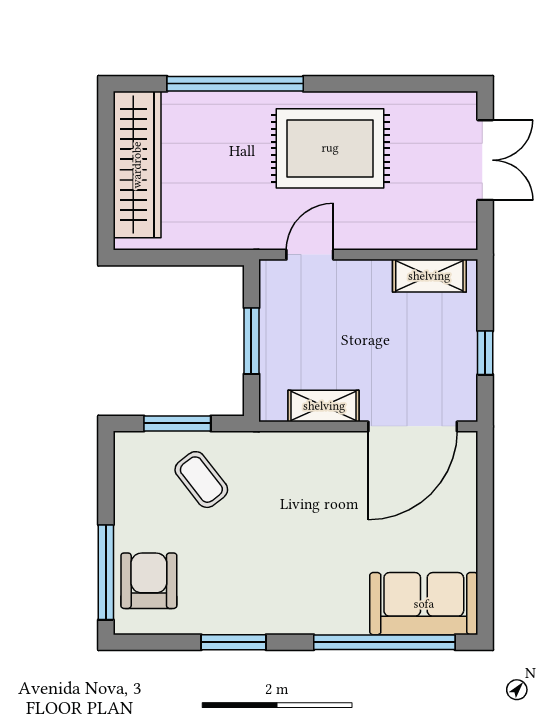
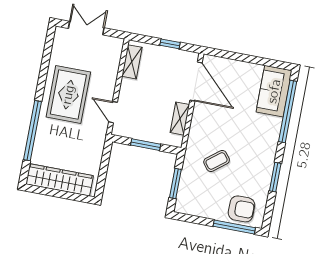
coffee table: (201, 480) -> (217, 161), moved
armchair: (149, 581) -> (241, 209), turned 180

